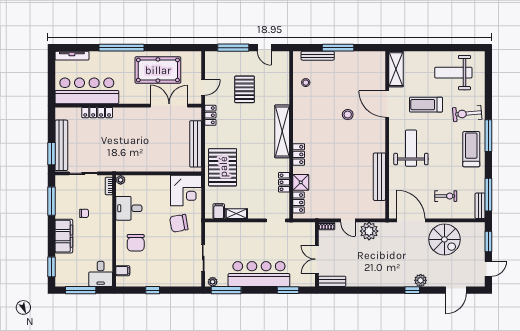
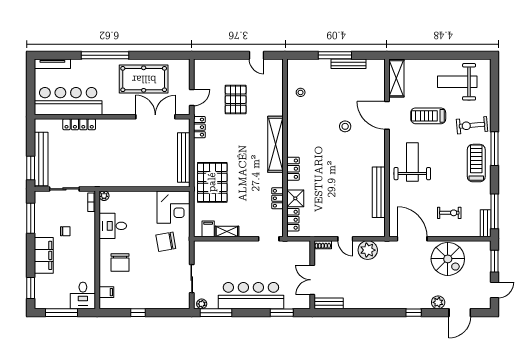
window: (233, 48) -> (224, 55), removed
bench: (318, 56) -> (349, 64), moved
plant: (421, 280) -> (438, 302), moved

